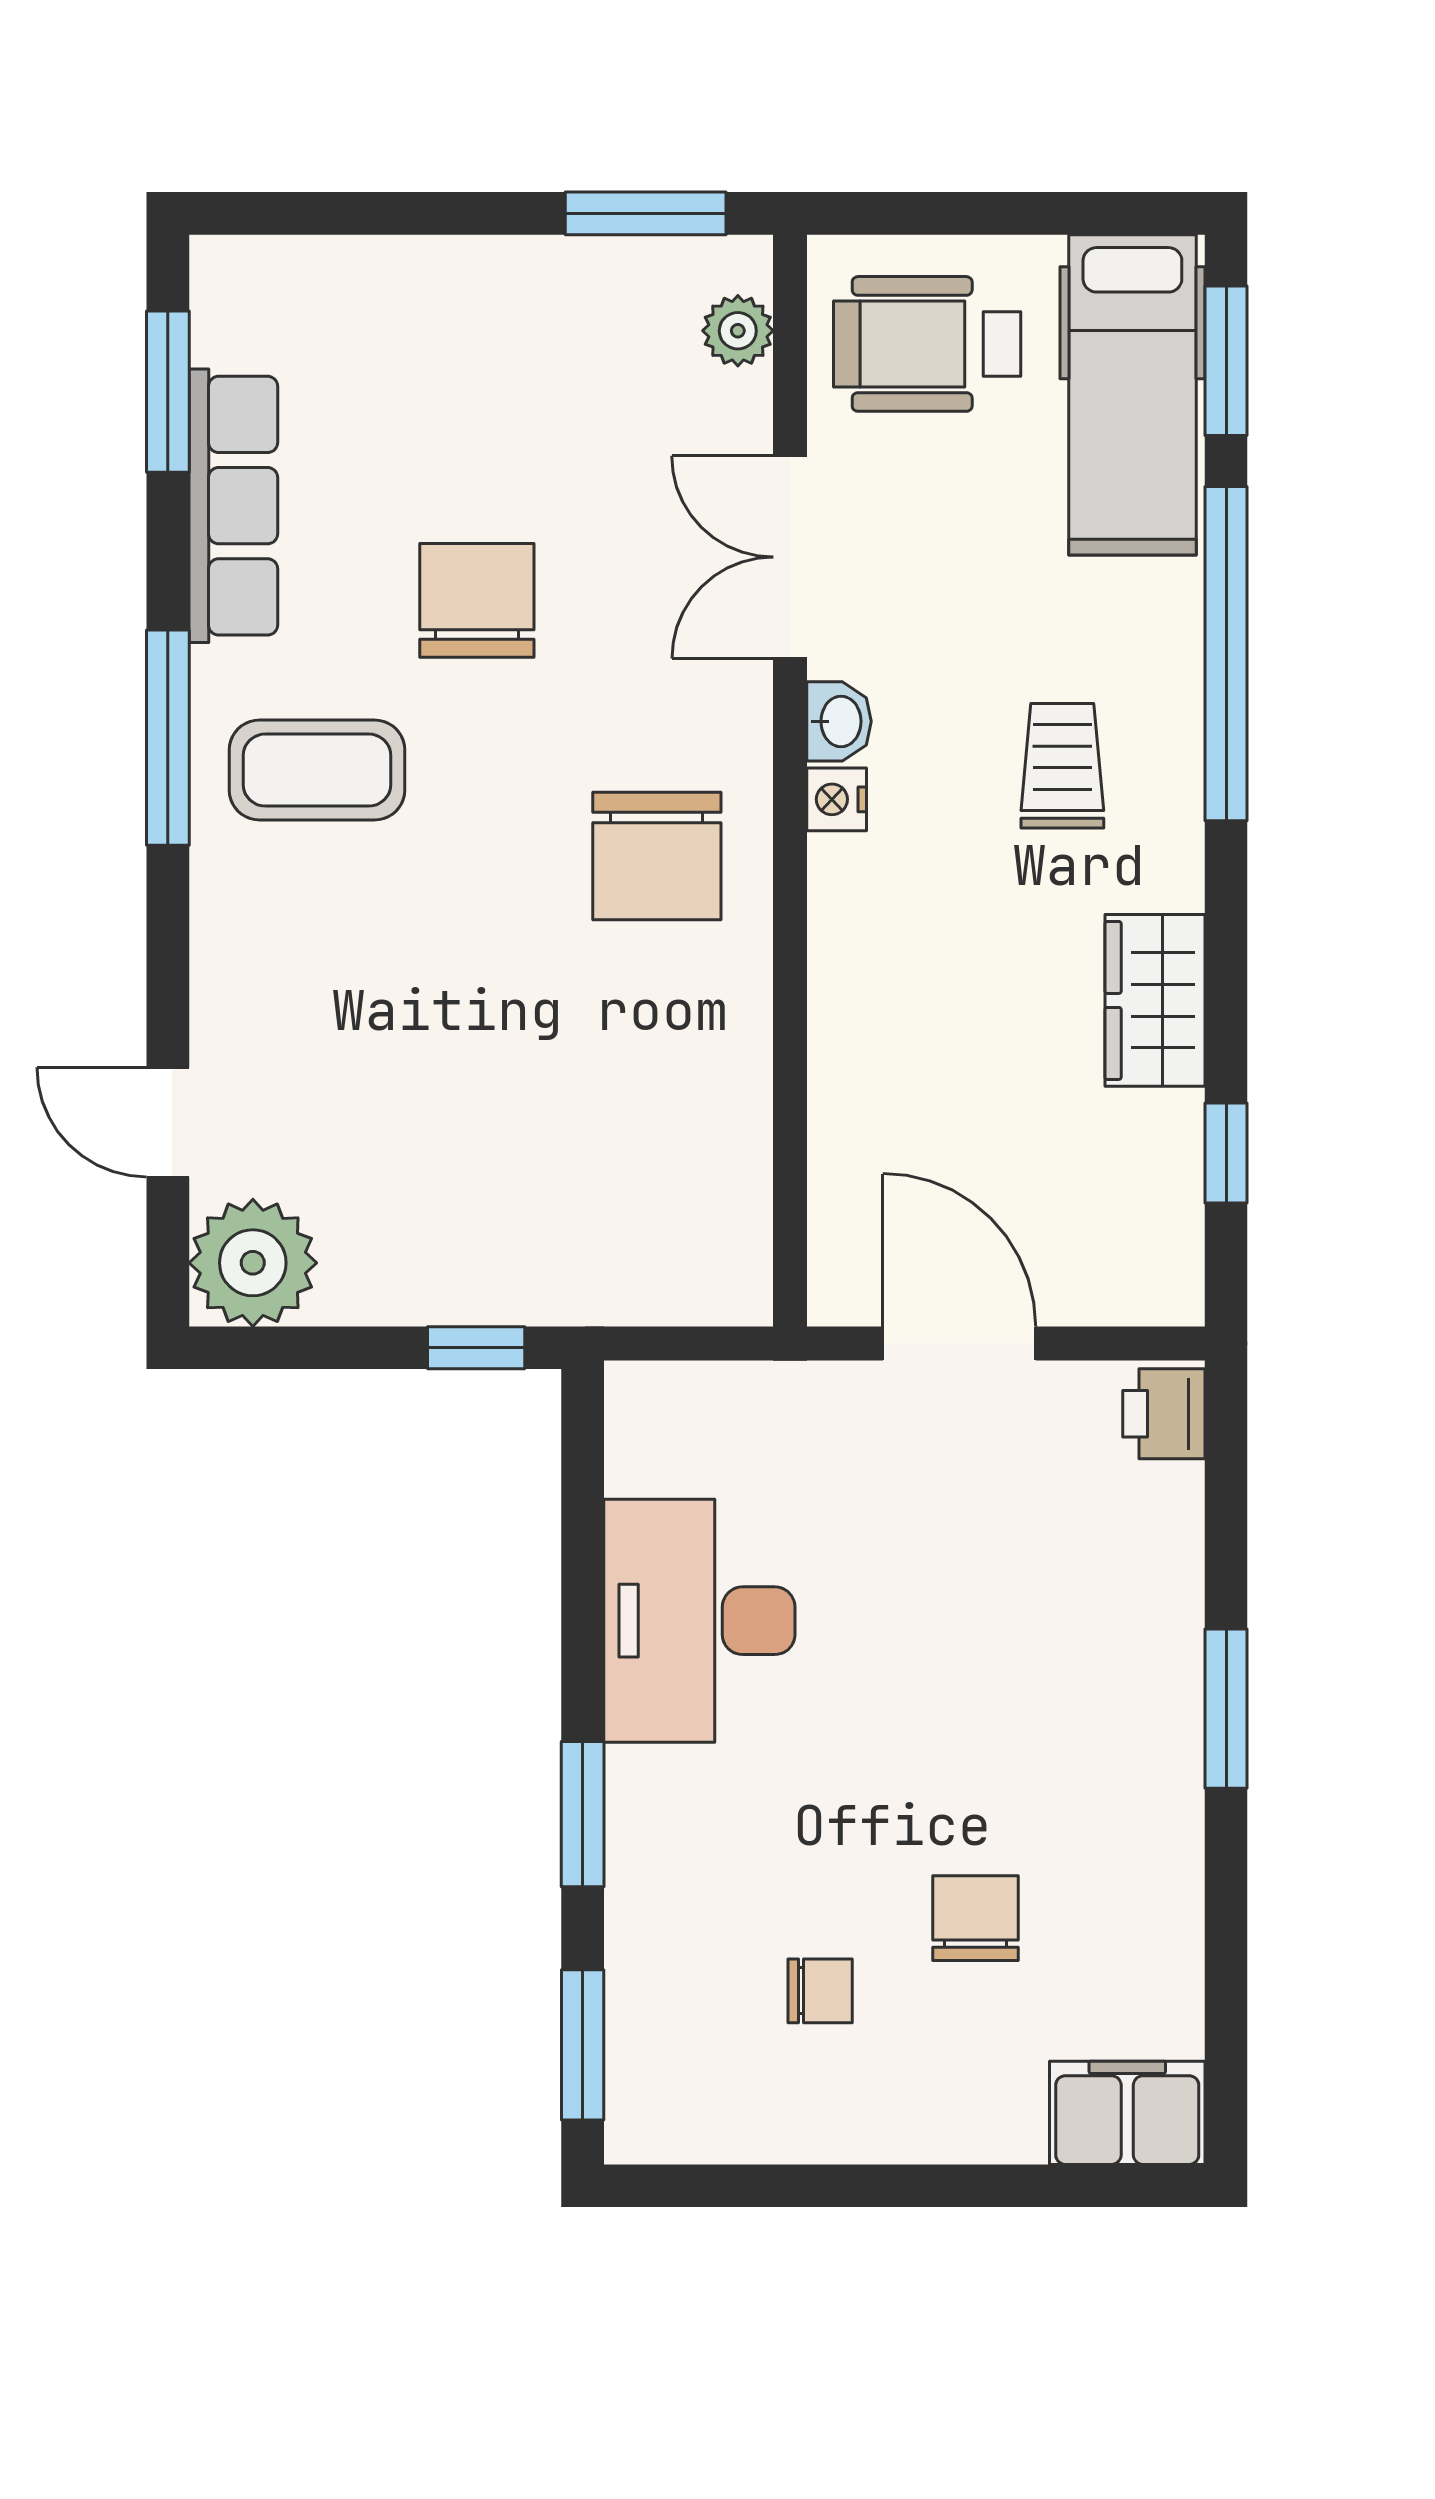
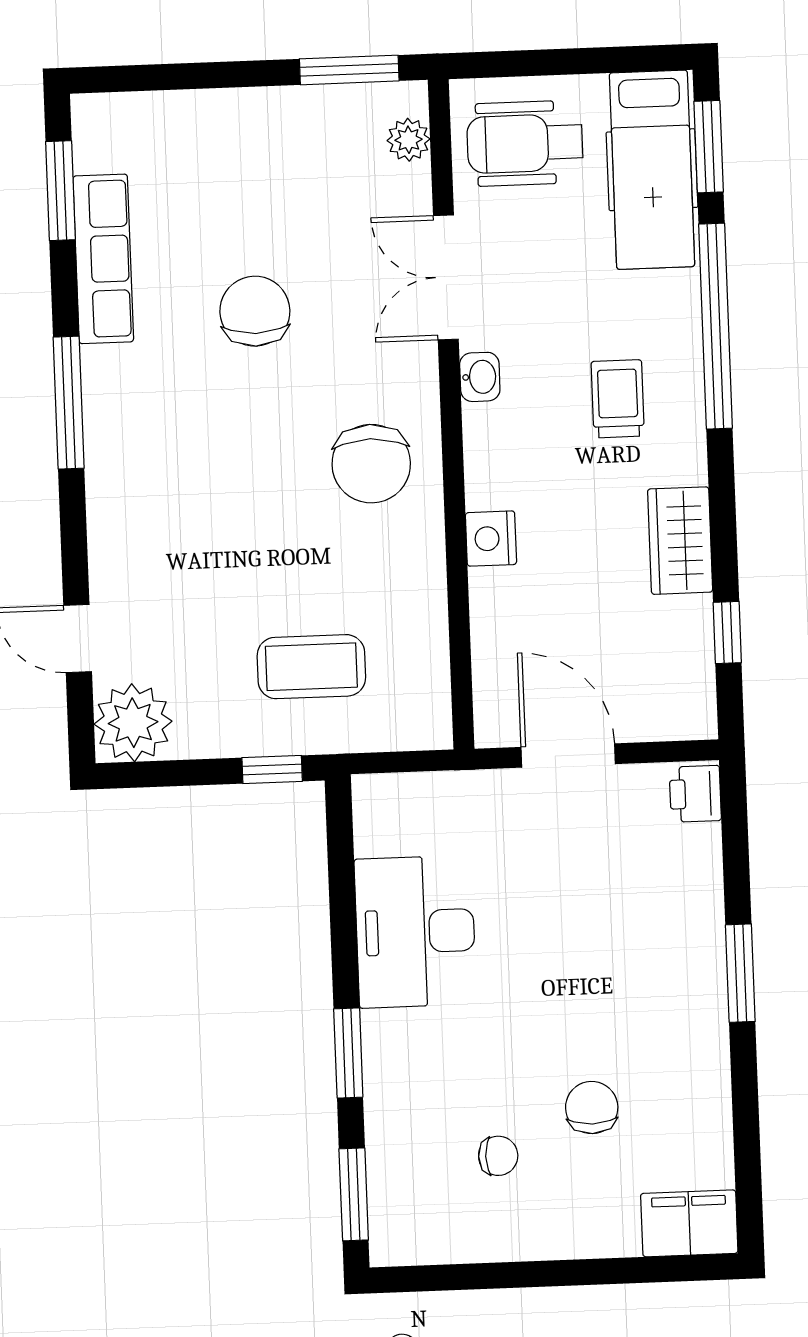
coffee table: (317, 770) -> (311, 667), moved
nightstand: (837, 799) -> (491, 539), moved, width x1.39, depth x1.35

